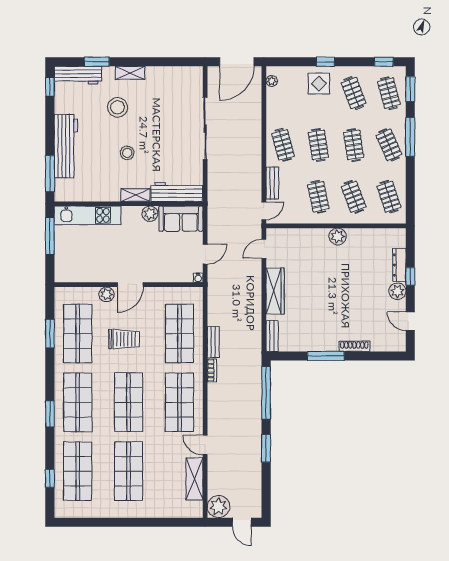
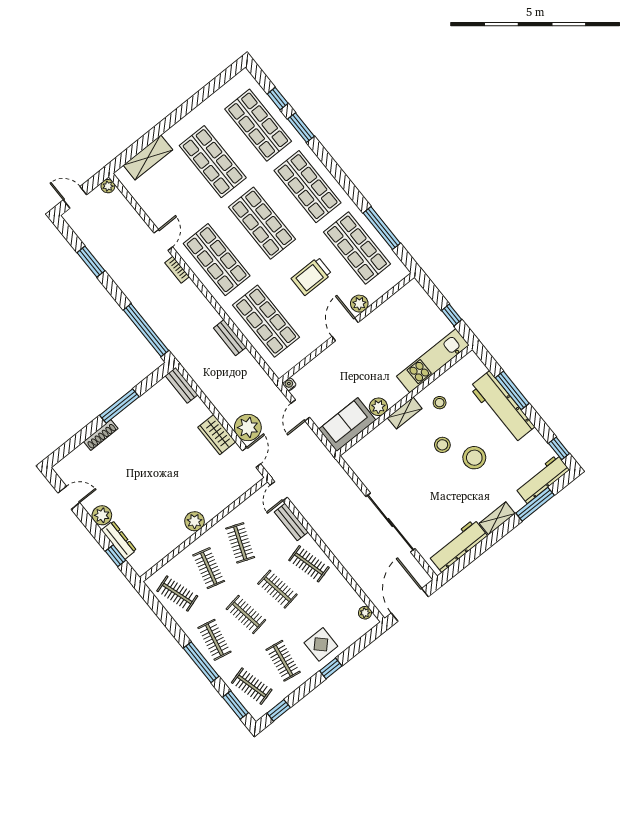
window: (97, 62) -> (535, 504), width x1.44
clothes rail: (354, 93) -> (283, 661), turned 30
stool: (118, 107) -> (474, 458), moved
clothes rail: (389, 145) -> (214, 640), turned 36
window: (50, 174) -> (512, 390), moved
stool: (106, 183) -> (440, 403), added
workbench: (177, 192) -> (458, 546), moved, turned 180
clothes rail: (318, 197) -> (240, 543), turned 33
clothes rail: (354, 197) -> (209, 568), turned 36
window: (50, 236) -> (452, 315), width x0.46
plant: (250, 271) -> (248, 428), added
window: (410, 276) -> (115, 556), moved
wardrobe: (275, 291) -> (217, 435), width x0.67
window: (50, 334) -> (382, 228), width x1.44
bookcase: (212, 370) -> (177, 270), moved
window: (50, 414) -> (301, 128), moved
door: (205, 445) -> (163, 240), hinge flipped
window: (266, 448) -> (91, 262), moved
shelving: (194, 479) -> (148, 158), moved, turned 90
plant: (218, 507) -> (108, 186), width x0.53, depth x0.53

